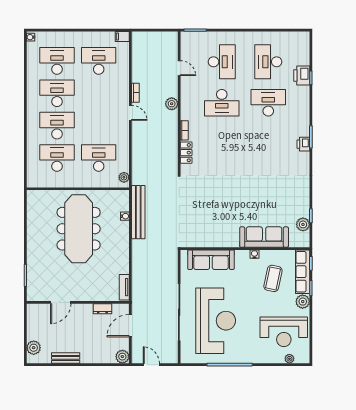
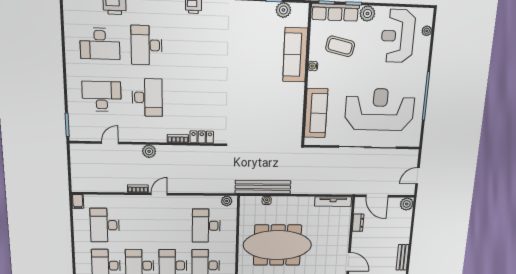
tv unit: (124, 287) -> (333, 202), width x1.41
reception desk: (284, 332) -> (398, 36), turned 180

